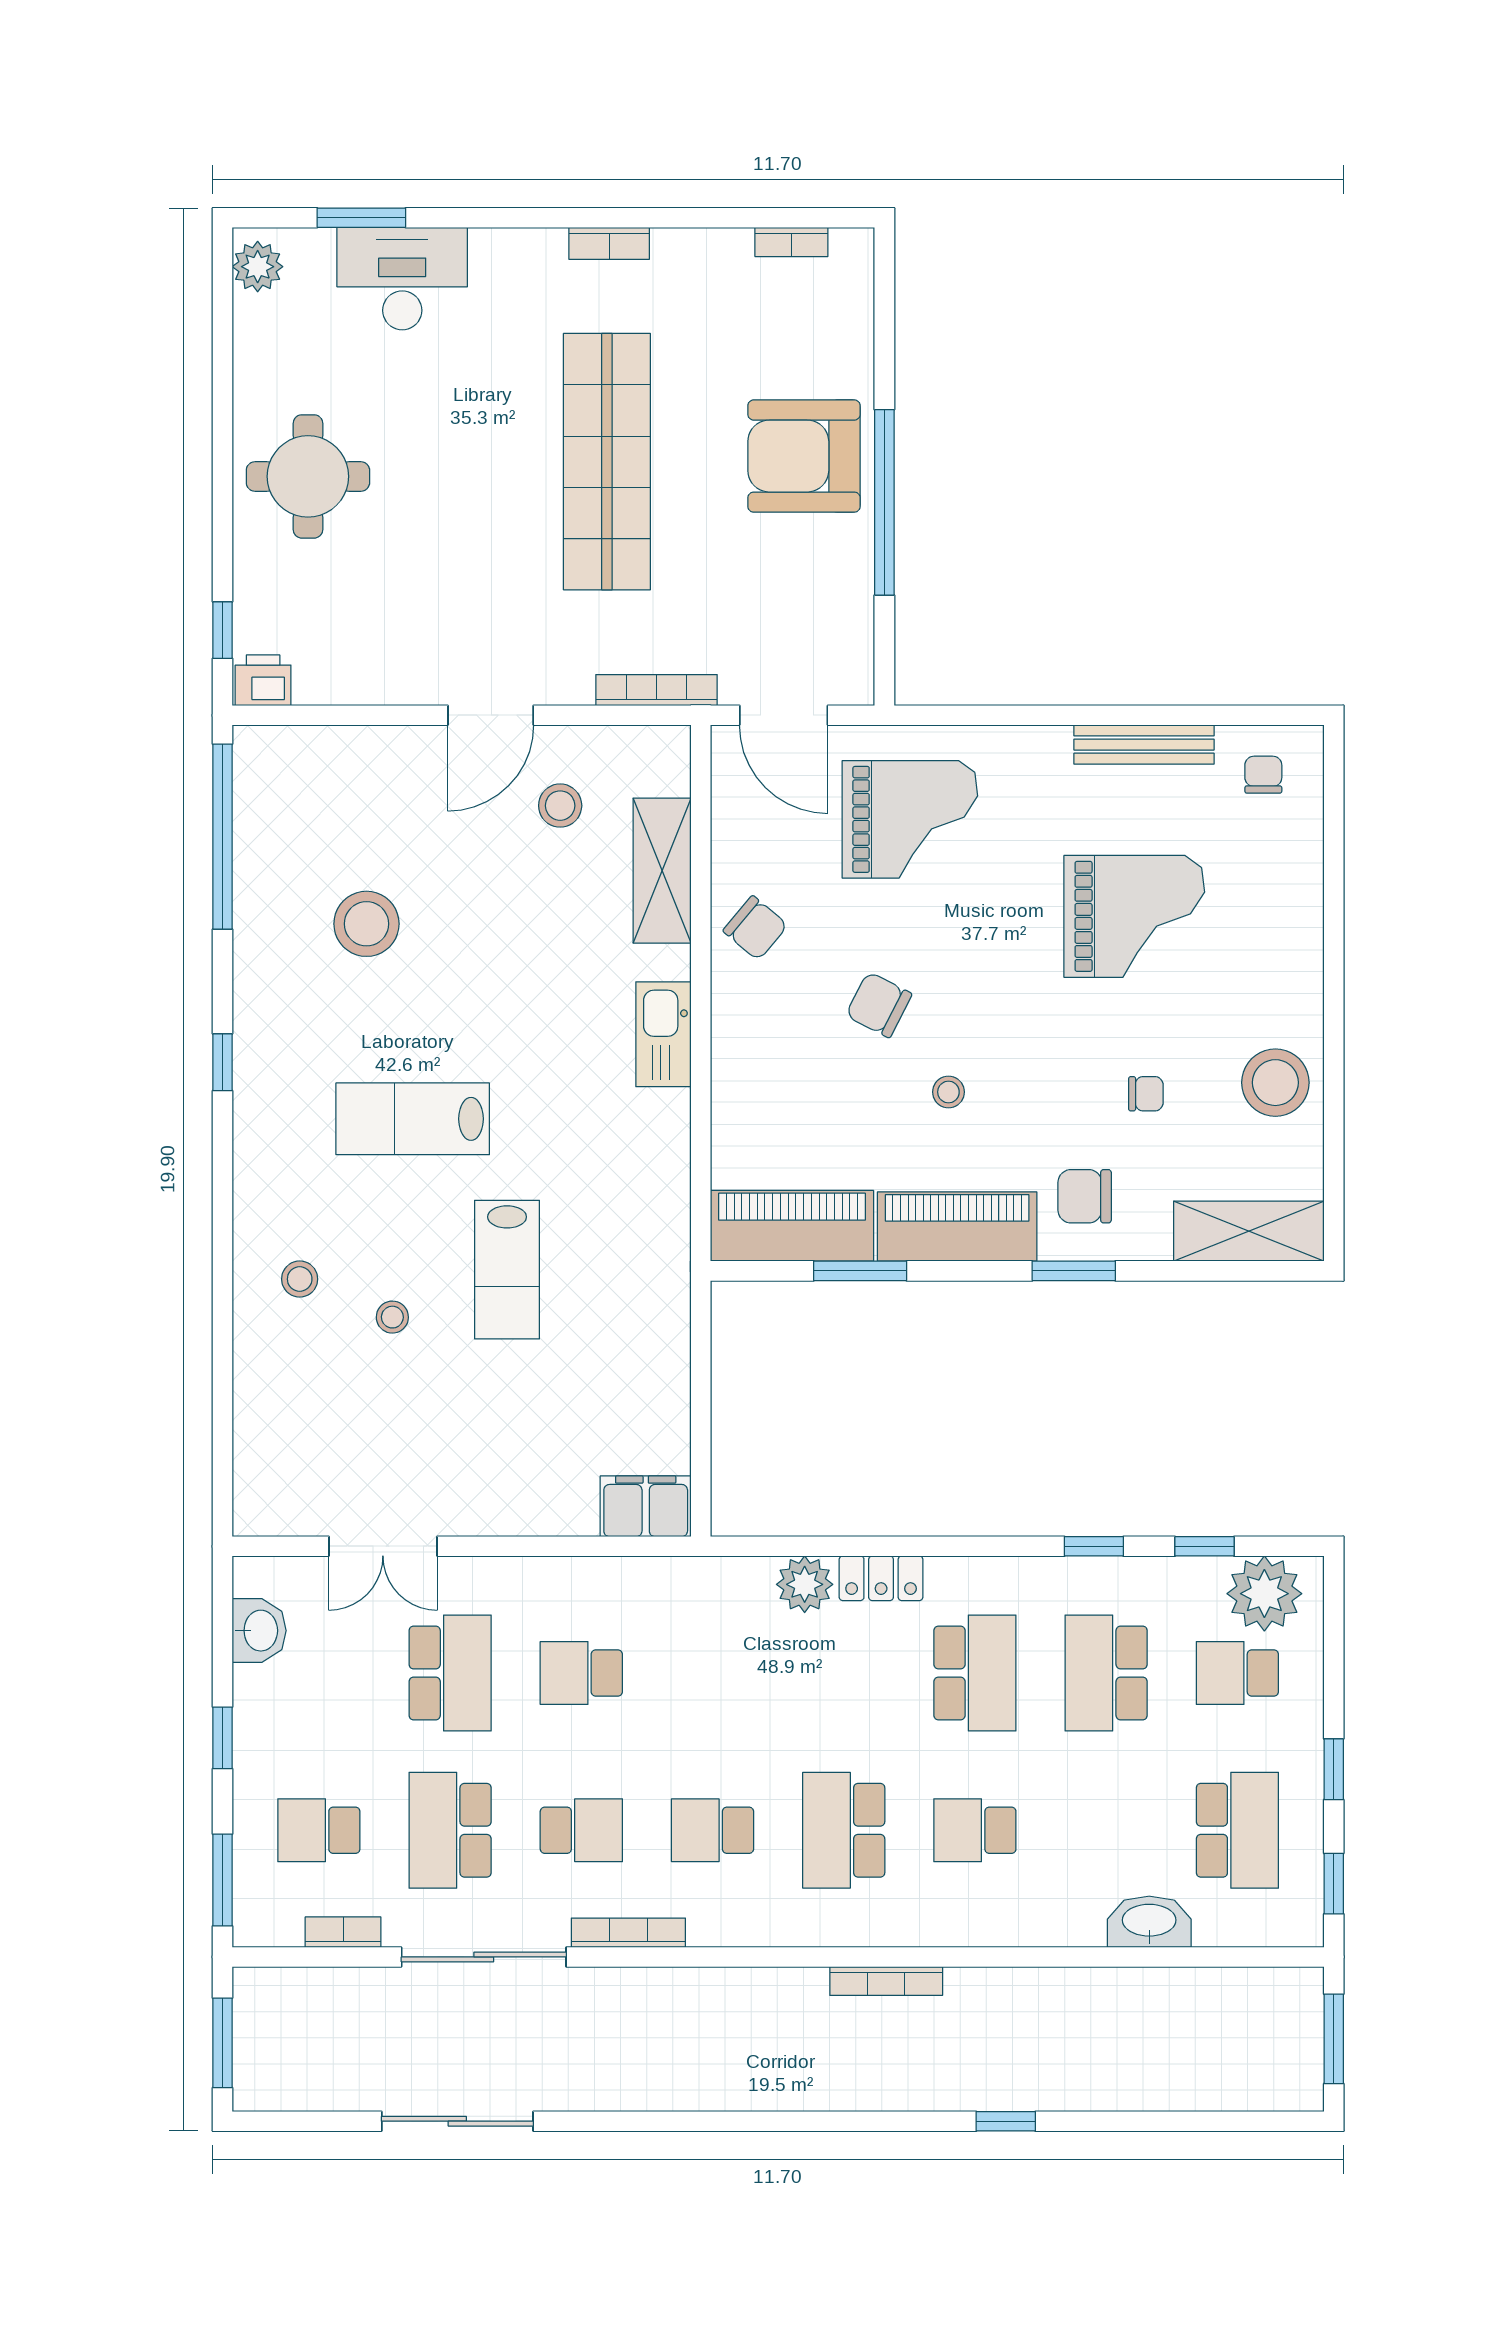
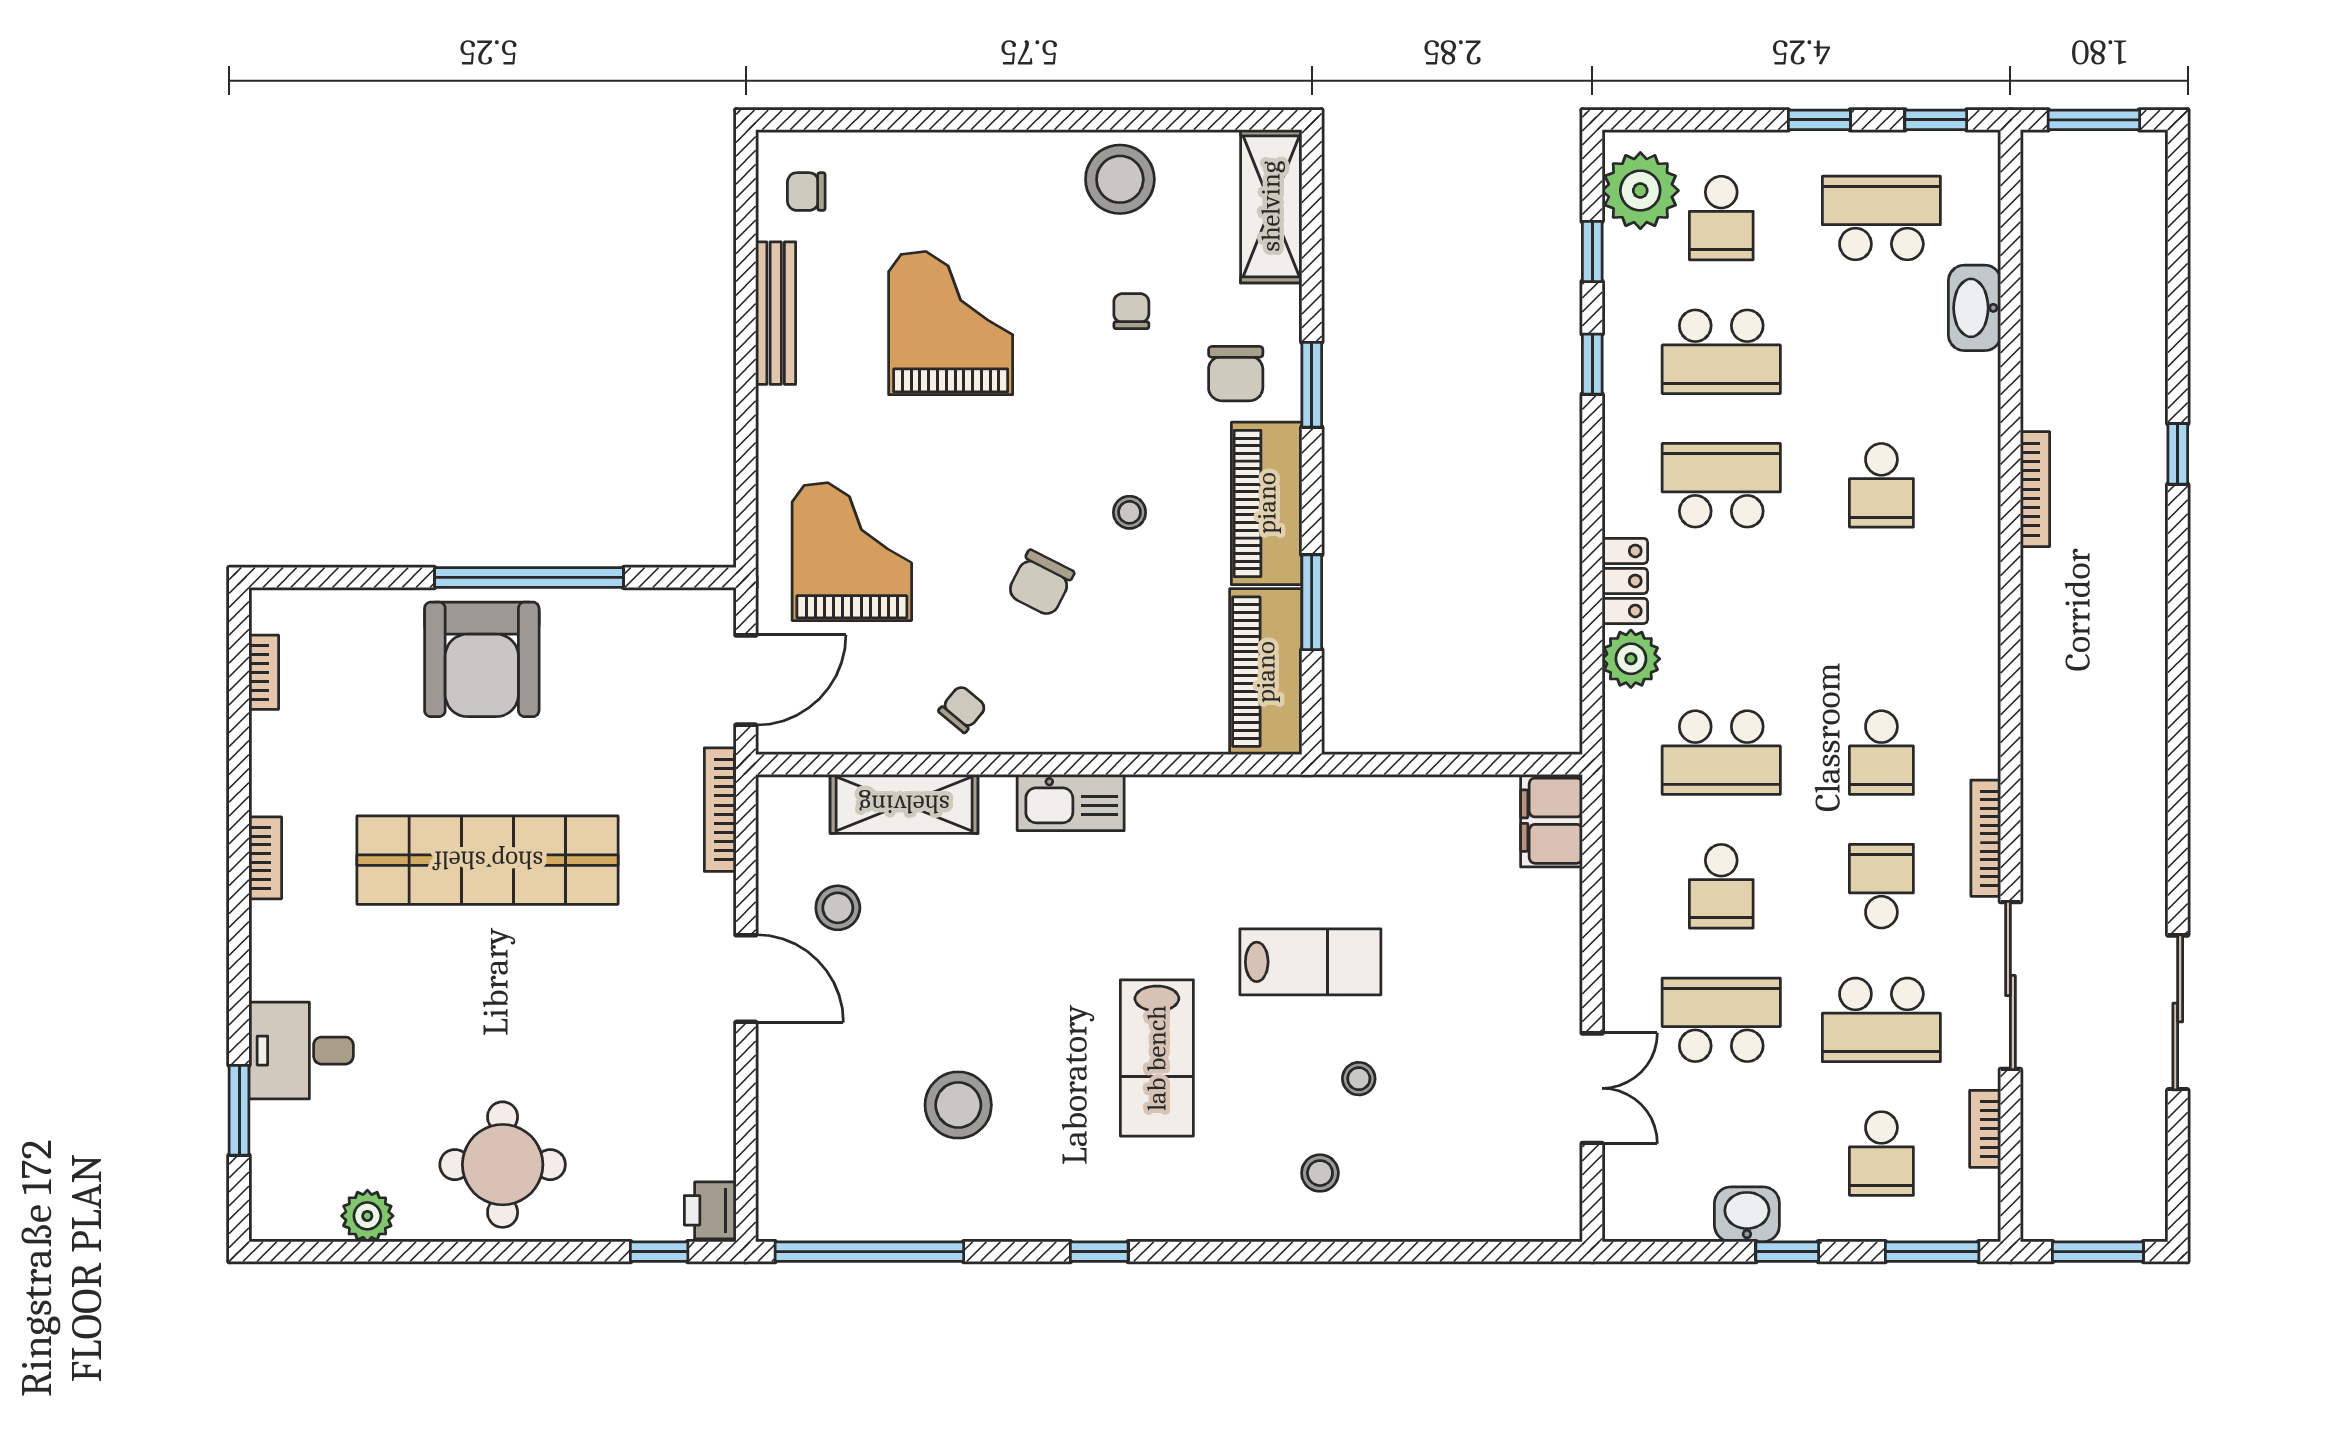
plant: (258, 267) -> (367, 1216), moved
desk: (402, 279) -> (301, 1051), width x0.73
chair: (755, 928) -> (962, 709), width x0.73, depth x0.73
washbasin: (259, 1631) -> (1747, 1214), moved
school desk: (844, 1830) -> (1721, 753), moved
bookcase: (886, 1981) -> (2035, 489), moved

